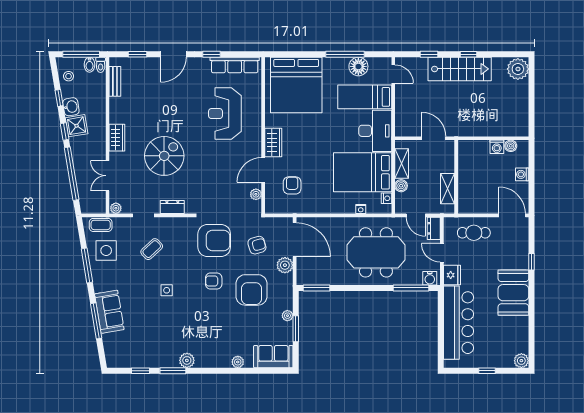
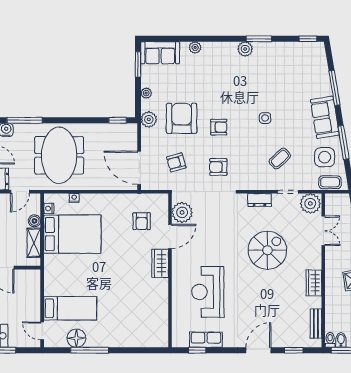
window: (211, 54) -> (197, 350), moved
row of seats: (235, 65) -> (206, 340), width x0.68
bed: (296, 85) -> (138, 320), removed
reception desk: (225, 114) -> (208, 292), turned 180
desk: (375, 131) -> (60, 275), removed
wardrobe: (117, 138) -> (314, 283), moved
spiral stairs: (164, 156) -> (267, 250), turned 180
plant: (256, 194) -> (182, 212), width x1.88, depth x1.88
plant: (116, 208) -> (310, 203), width x1.88, depth x1.88
door: (416, 215) -> (20, 192), swing flipped
armchair: (214, 241) -> (218, 167), width x0.53, depth x0.53
meeting table: (376, 252) -> (59, 155), turned 90
plant: (285, 265) -> (149, 119), moved
window: (317, 288) -> (118, 120), width x0.67
sofa: (109, 312) -> (325, 117), moved
window: (296, 329) -> (138, 64), moved
window: (140, 371) -> (308, 39), moved

